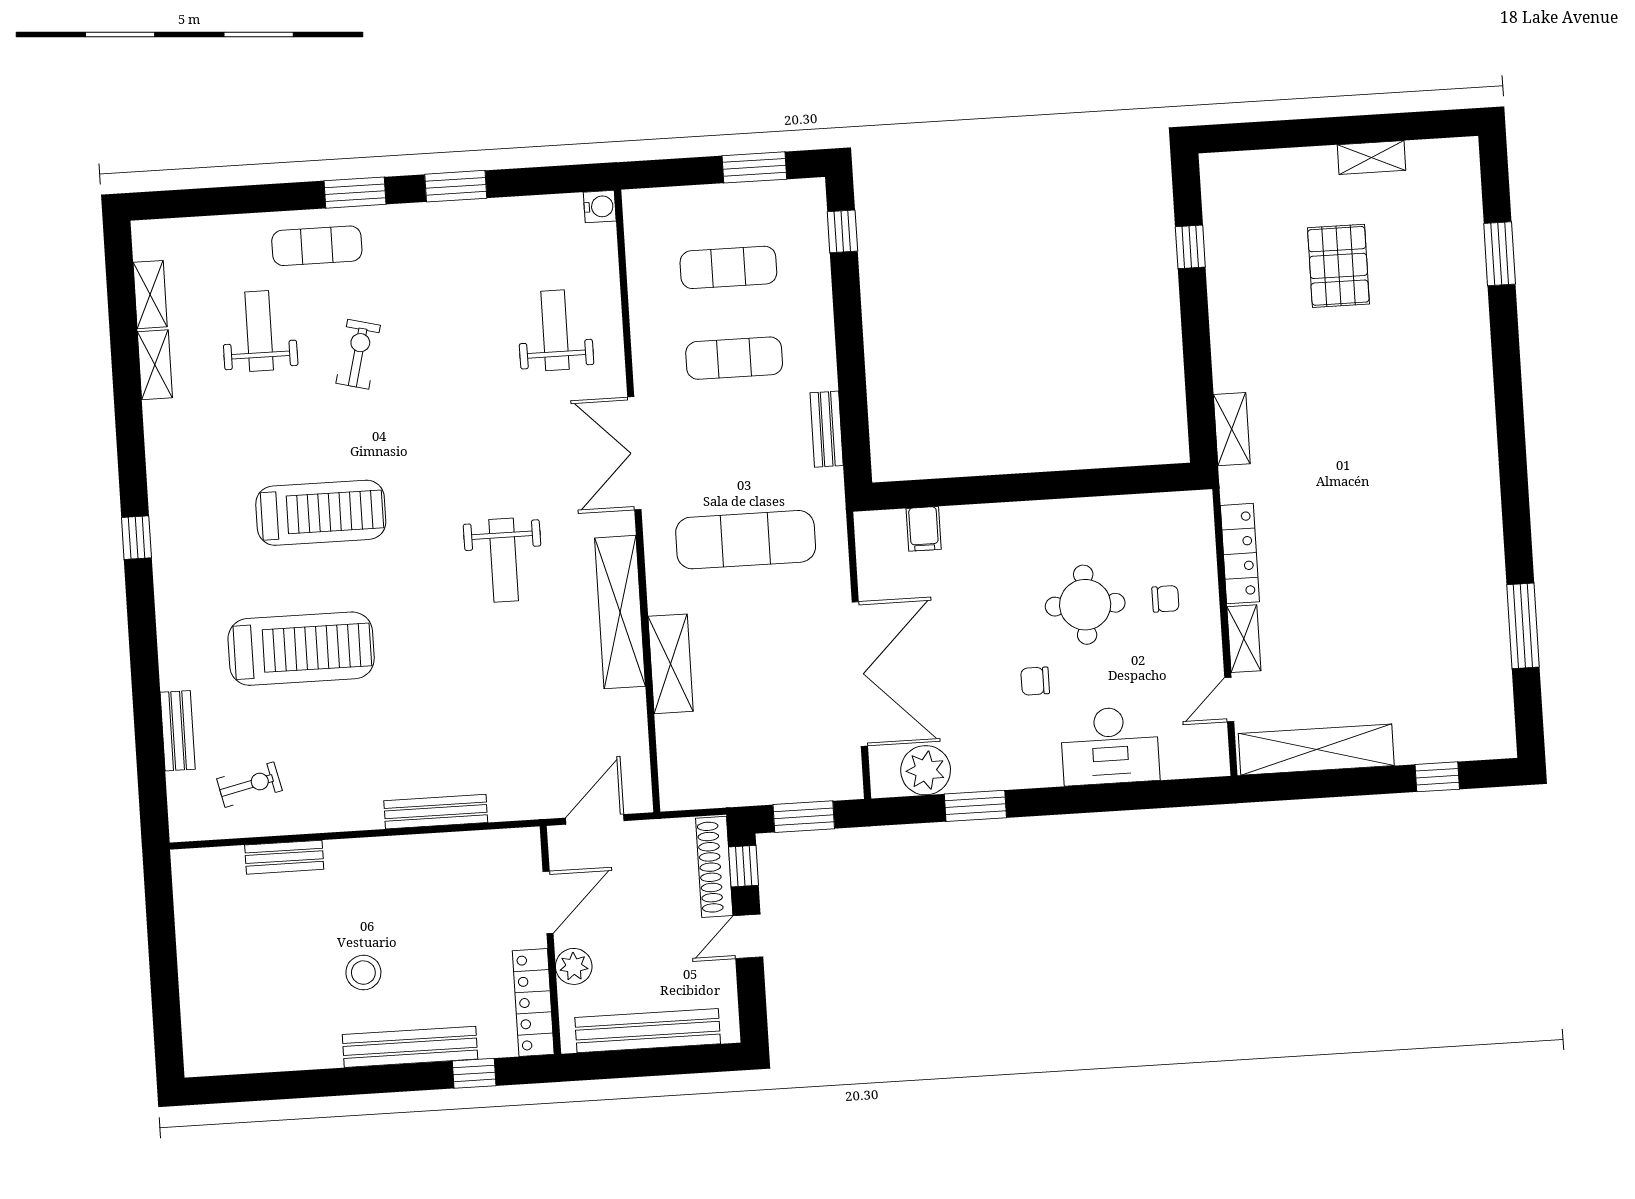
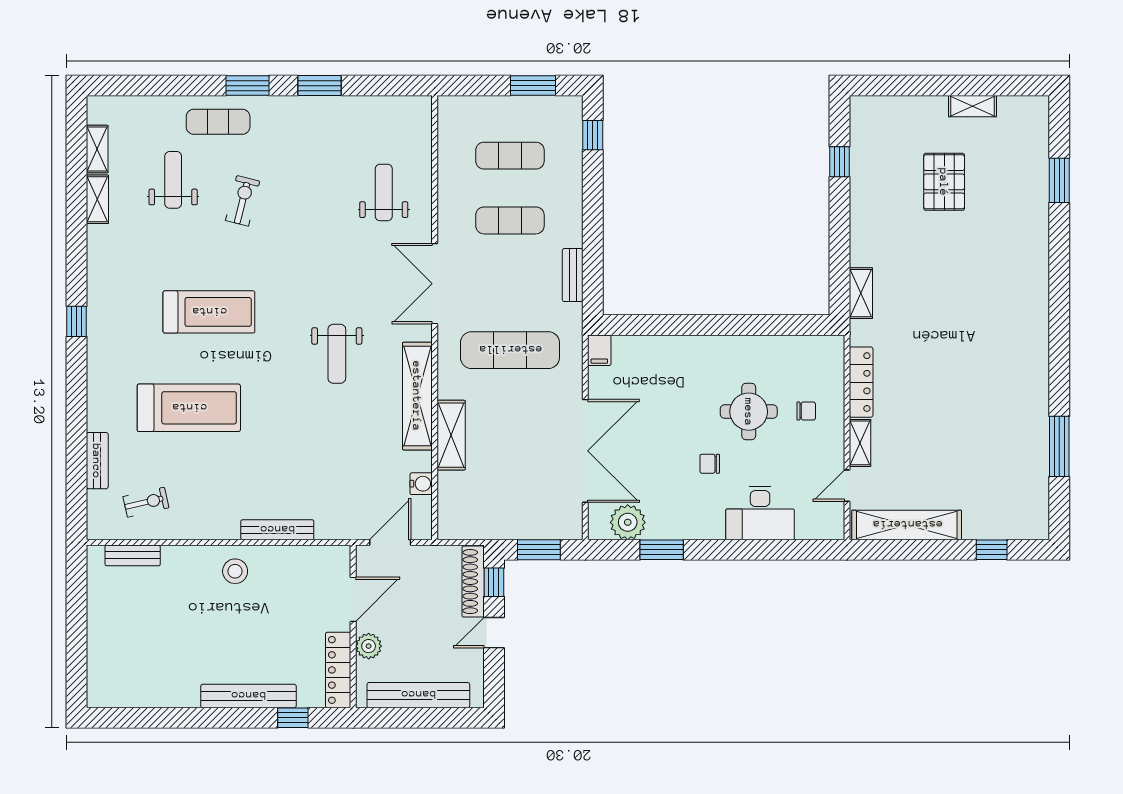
water cooler: (600, 207) -> (421, 484), moved
filing cabinet: (924, 529) -> (599, 350), moved
bench: (284, 857) -> (133, 555), moved
stool: (363, 973) -> (235, 571), moved

